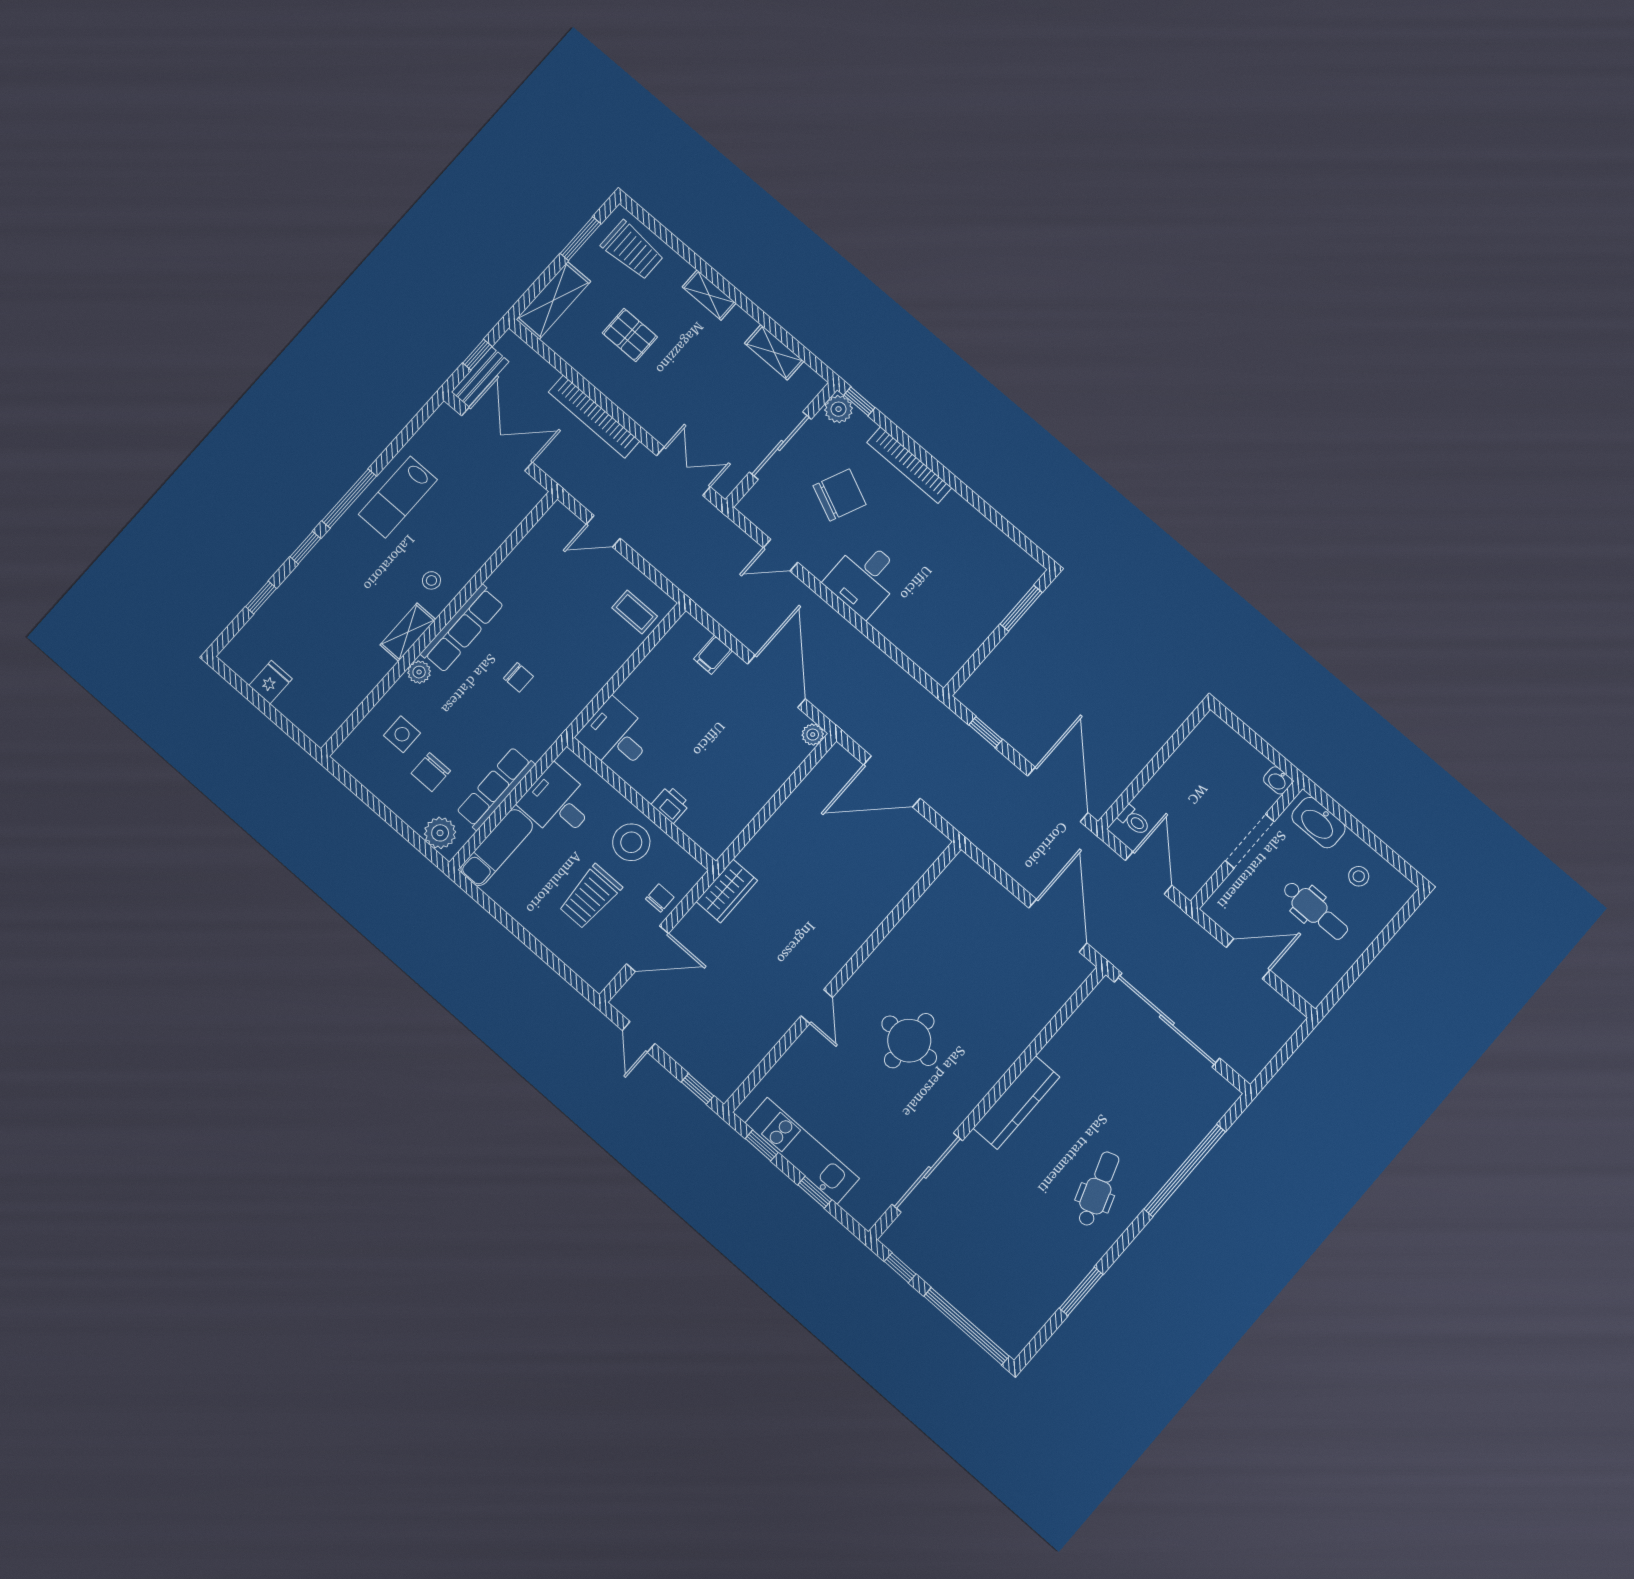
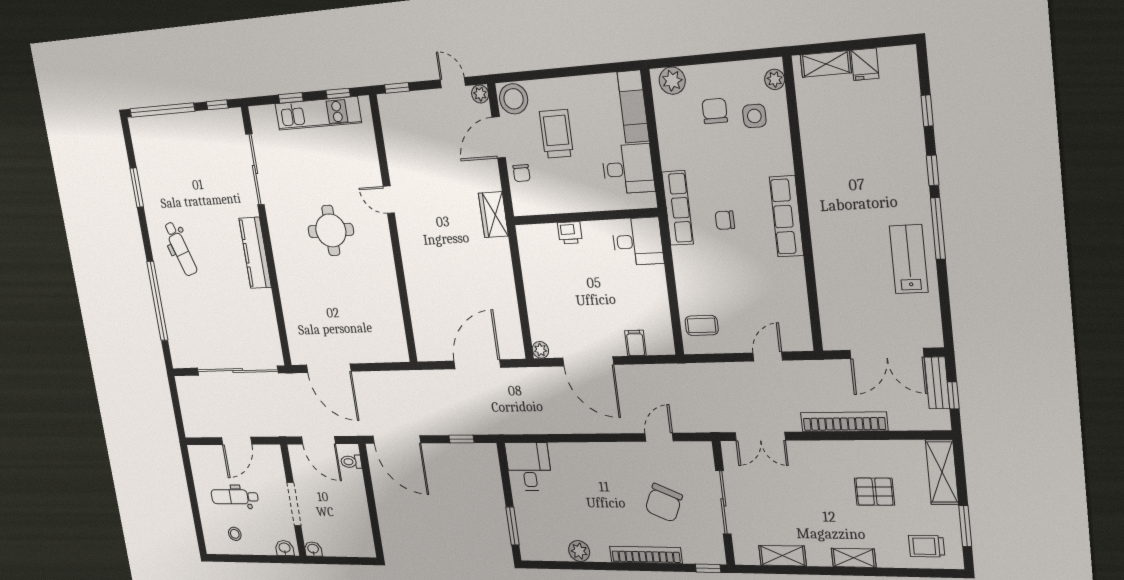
trolley: (632, 250) -> (927, 546), width x0.73, depth x0.72
plant: (839, 409) -> (579, 551), moved
desk: (864, 578) -> (529, 467), moved
stool: (431, 580) -> (835, 227), removed
shelving: (408, 632) -> (826, 64), moved, turned 90
plant: (419, 672) -> (775, 79), moved
row of seats: (496, 788) -> (678, 208), moved
washbasin: (1318, 823) -> (285, 548), width x0.52, depth x0.69
stool: (631, 842) -> (514, 99), moved
plant: (624, 1001) -> (480, 94), added

